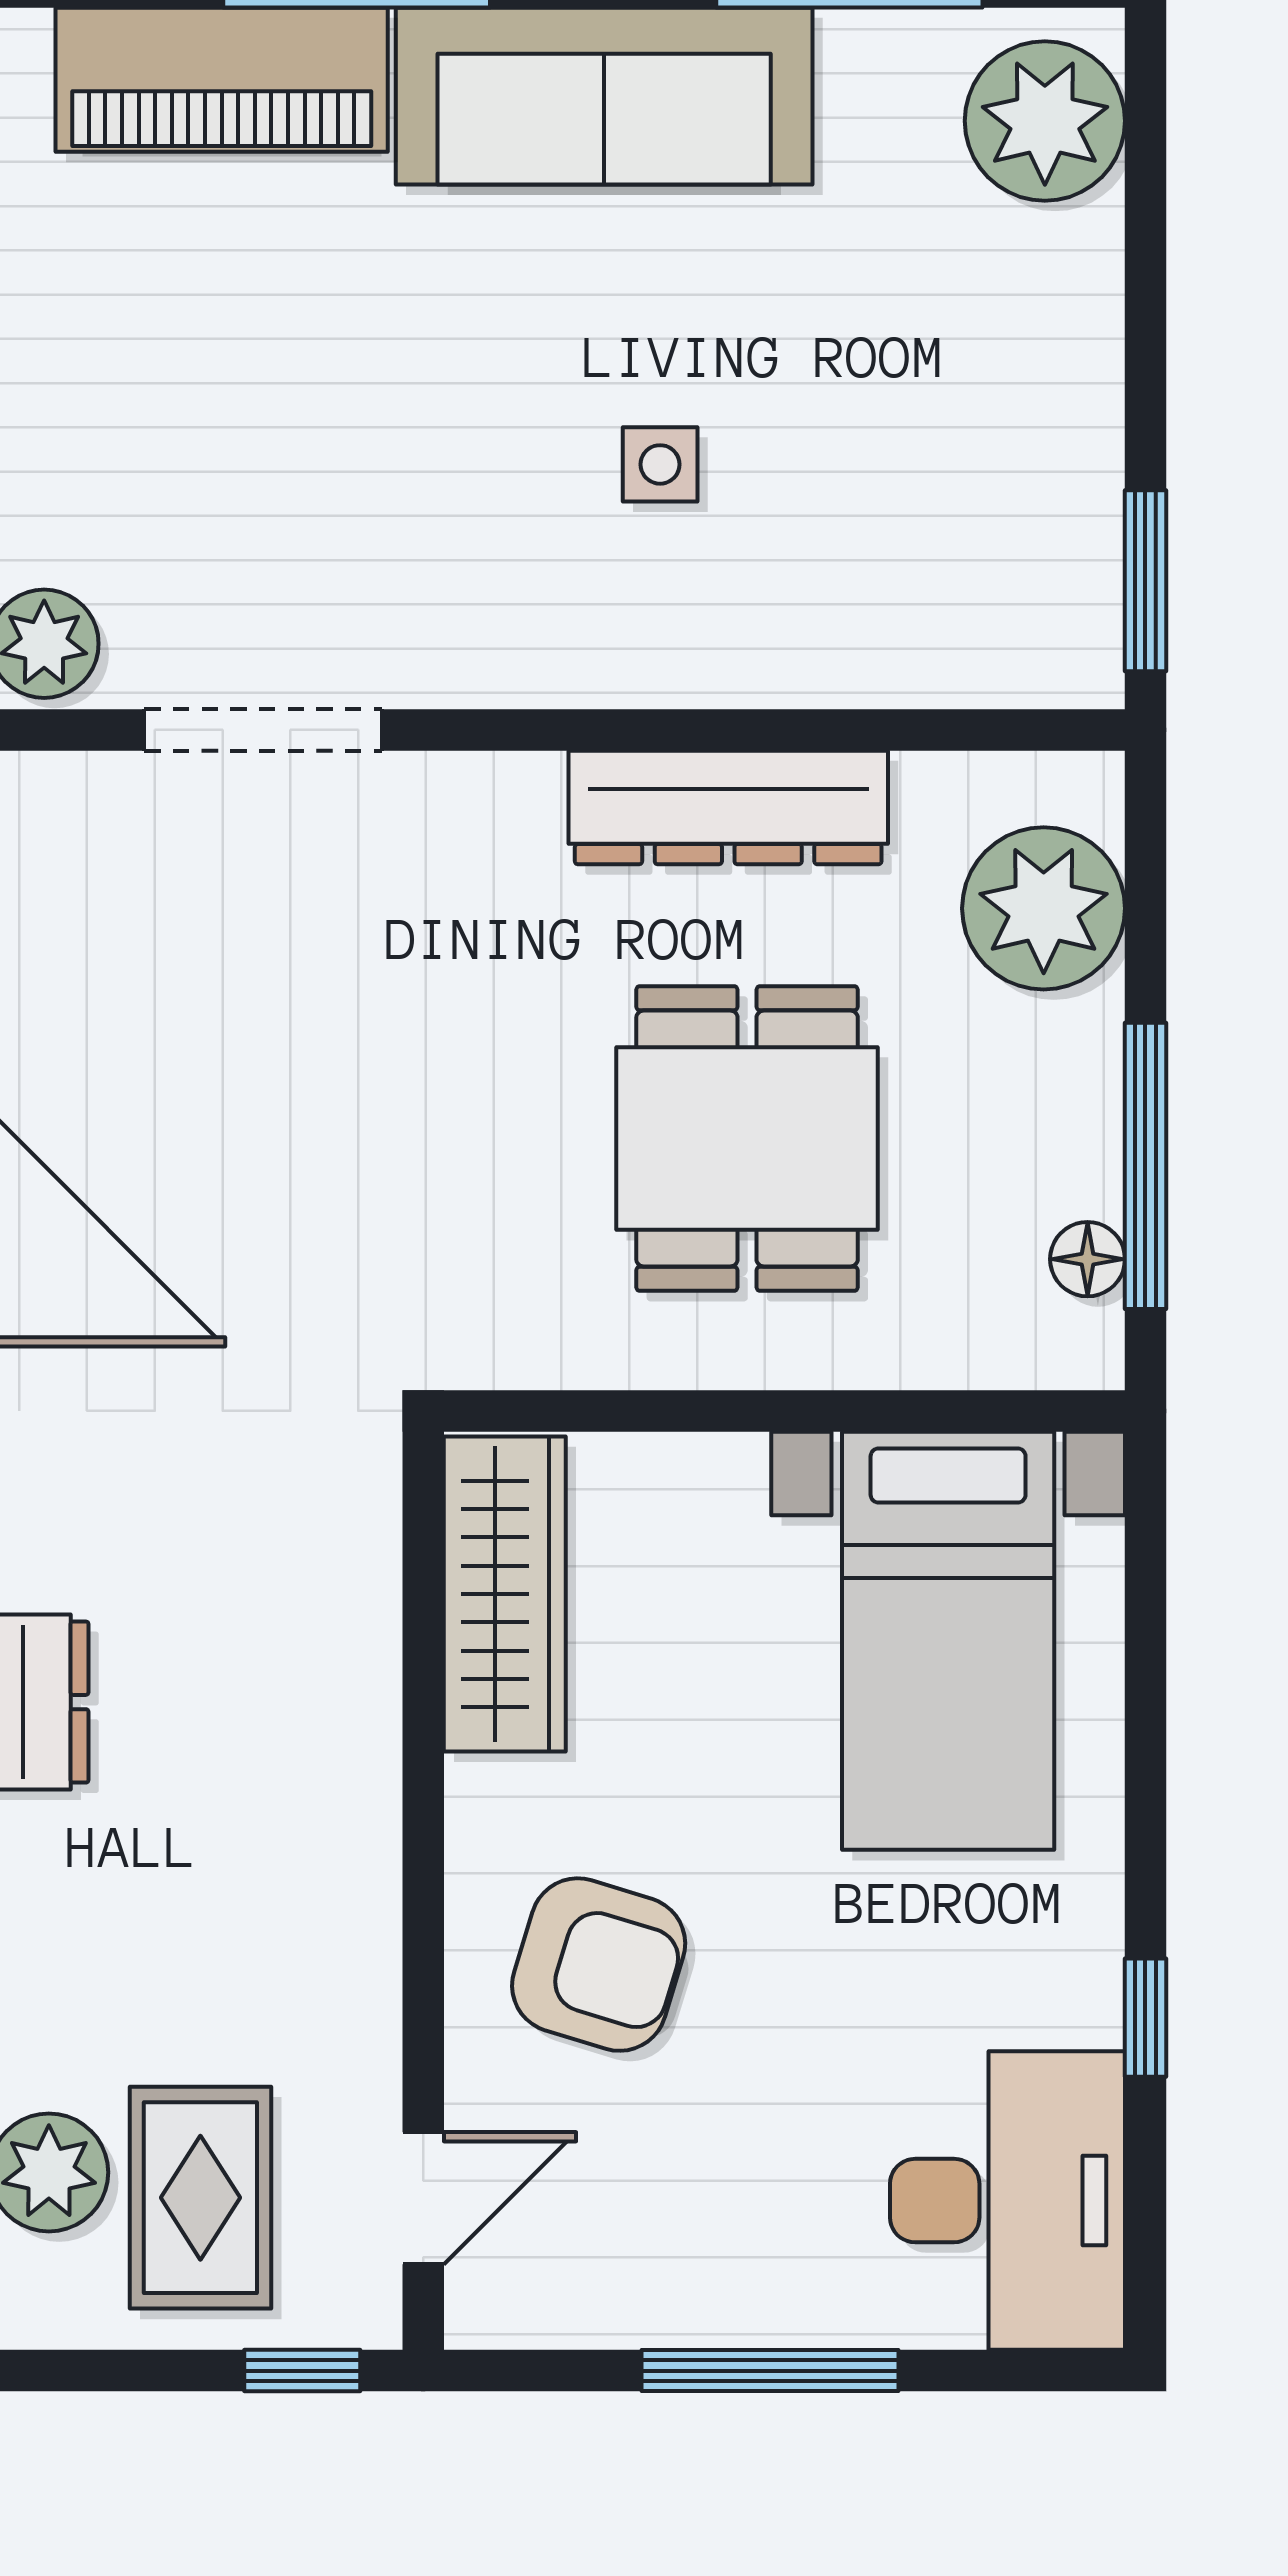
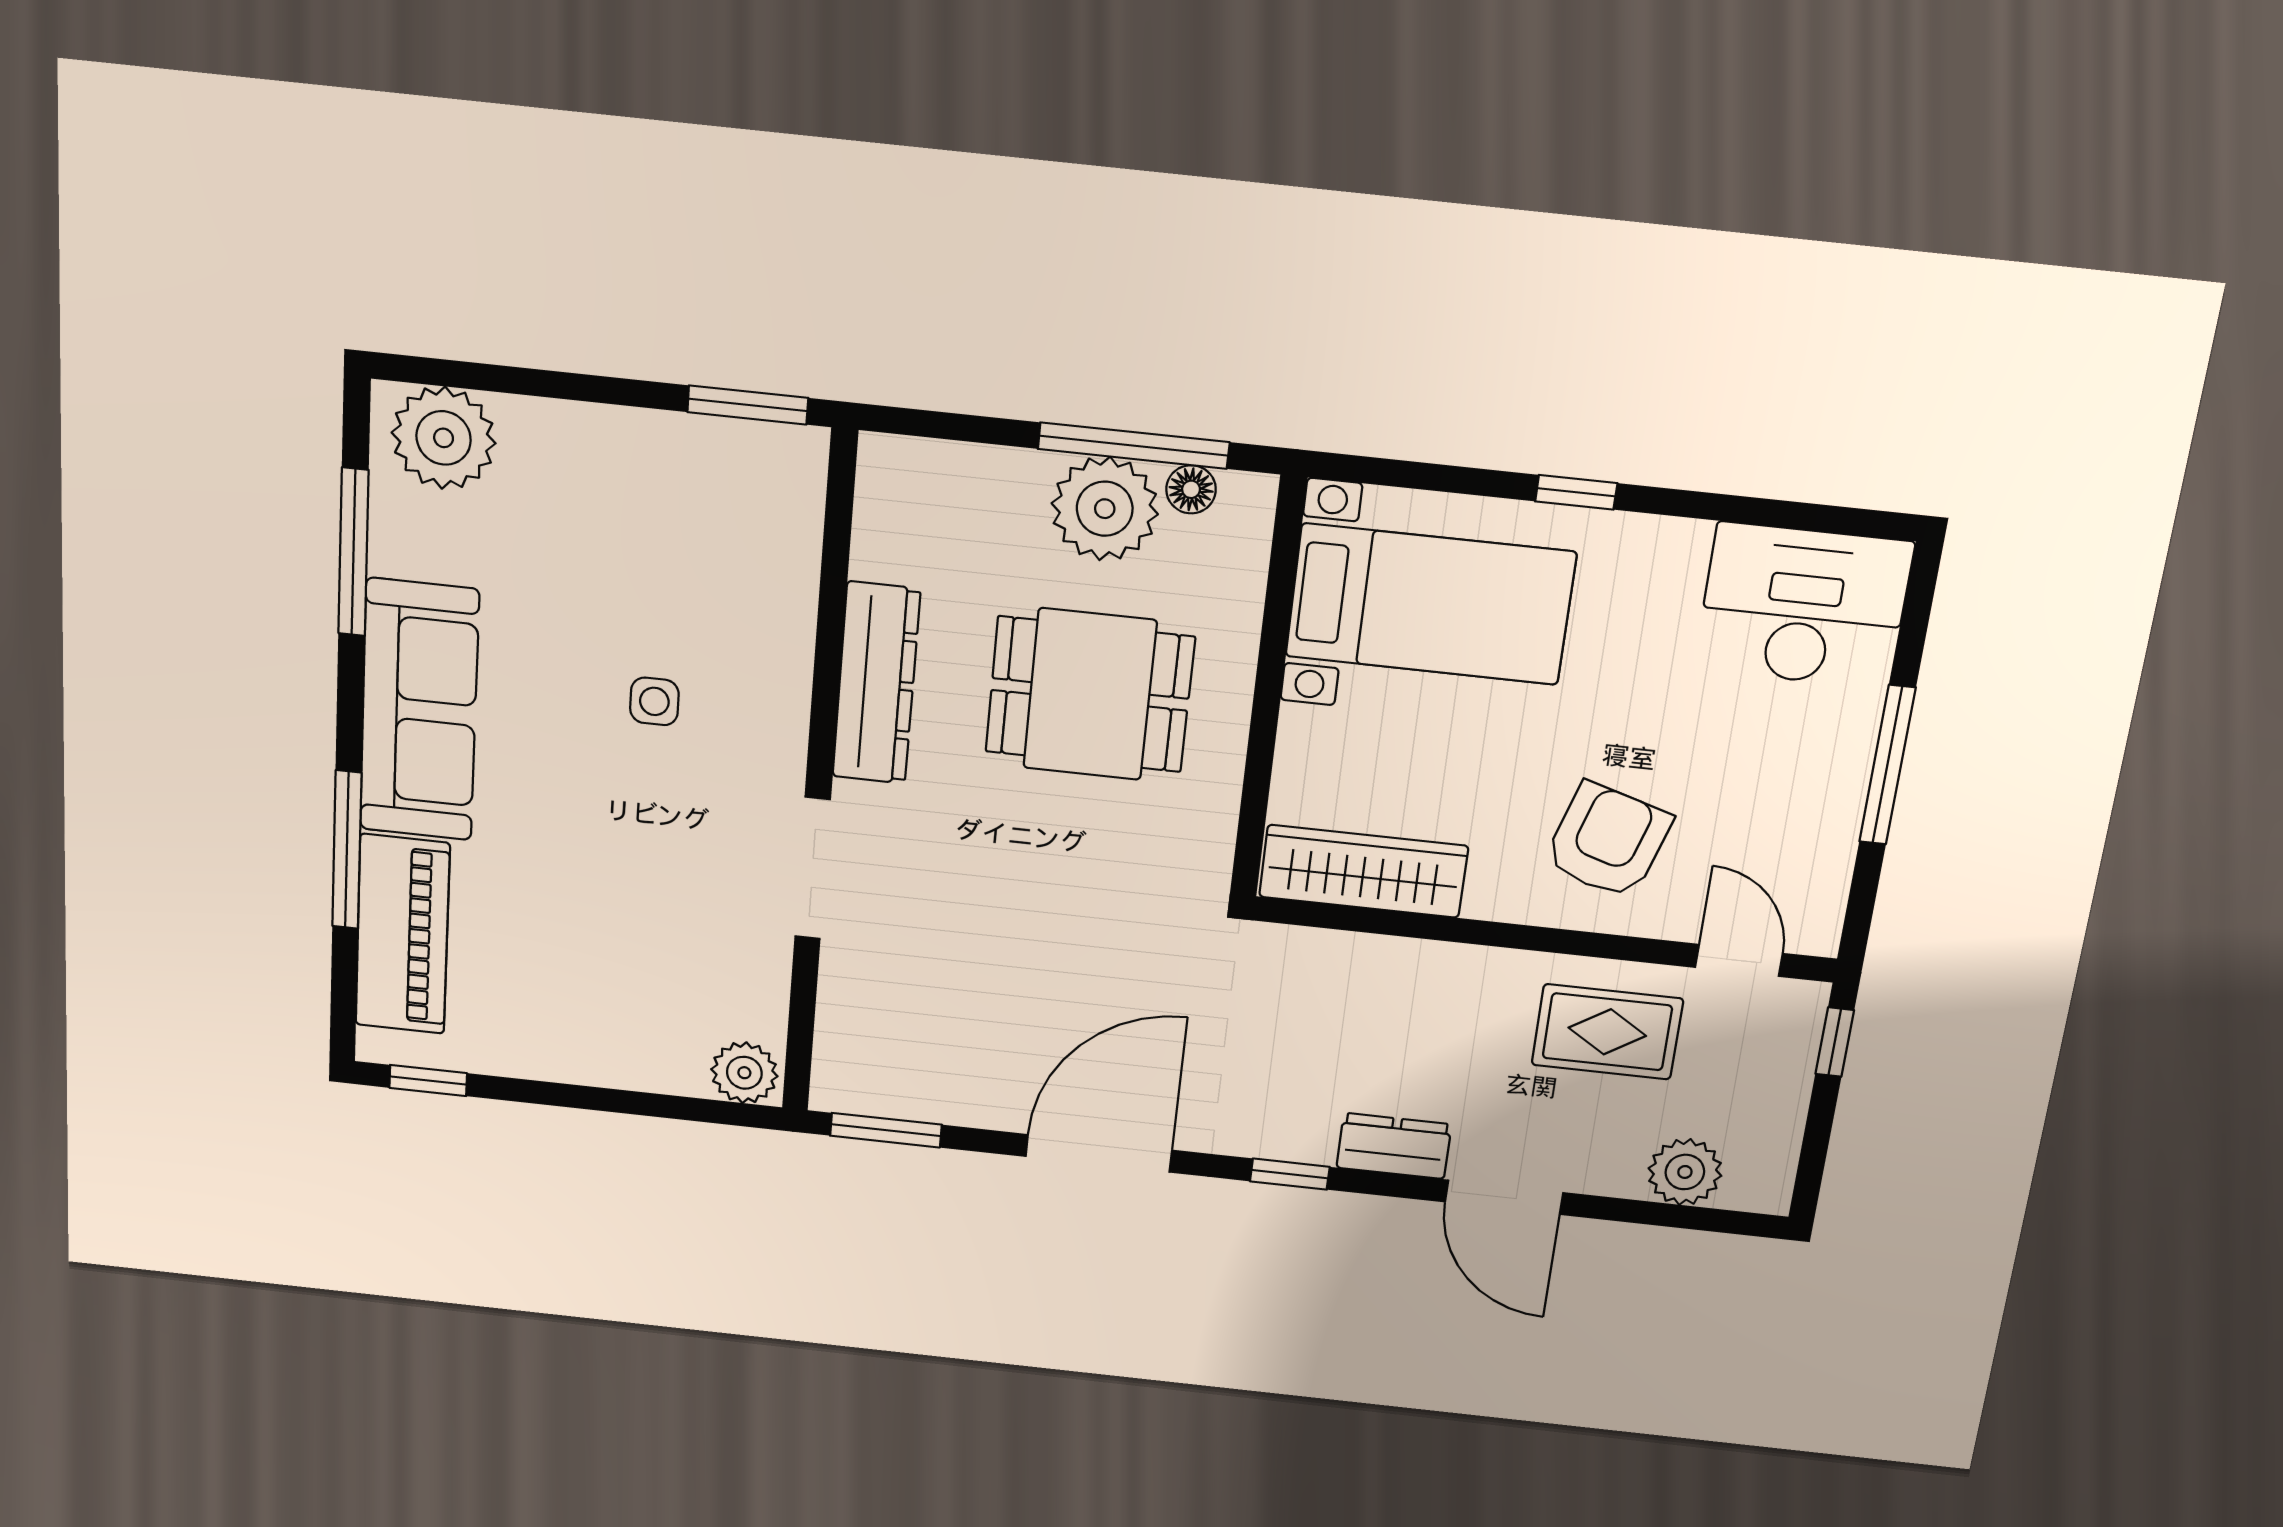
doorway: (263, 730) -> (813, 868), moved
plant: (1044, 908) -> (1105, 509), moved
window: (1145, 2018) -> (1576, 492), moved
rug: (200, 2198) -> (1607, 1032), moved

